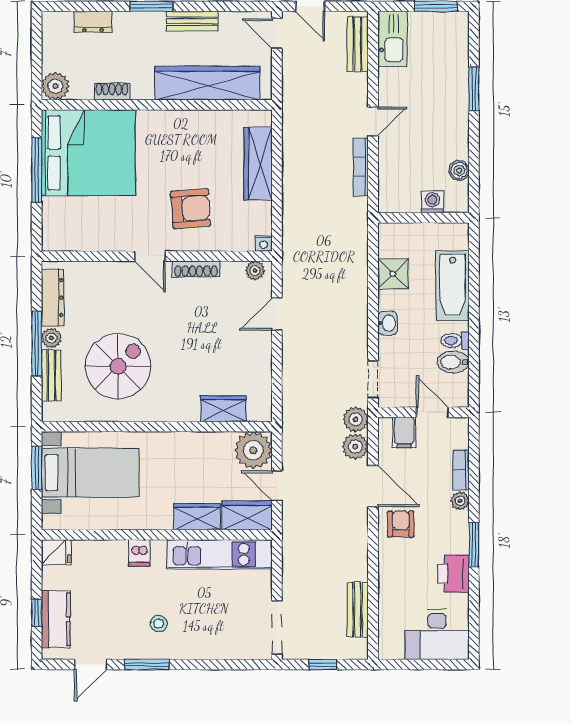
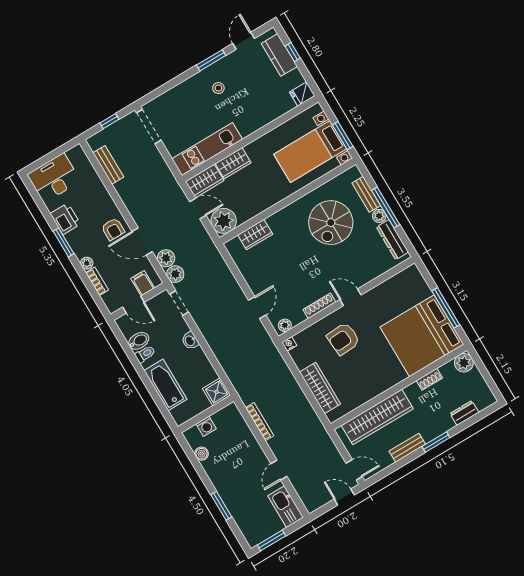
bench: (358, 44) -> (304, 492), removed
door: (373, 121) -> (279, 470), moved
shower: (393, 274) -> (216, 392), moved
dishwasher: (139, 553) -> (254, 122), removed

